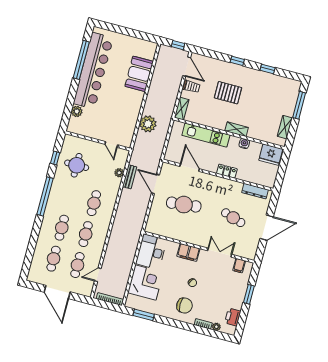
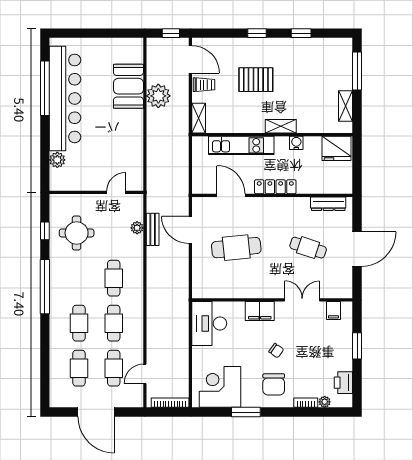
plant: (148, 124) -> (158, 96), moved
door: (111, 145) -> (116, 192), swing flipped
locker: (227, 171) -> (275, 187), width x1.53
corner desk: (145, 283) -> (220, 387), moved, turned -90
chair: (184, 306) -> (274, 384), turned 90
window: (144, 315) -> (246, 412), moved

